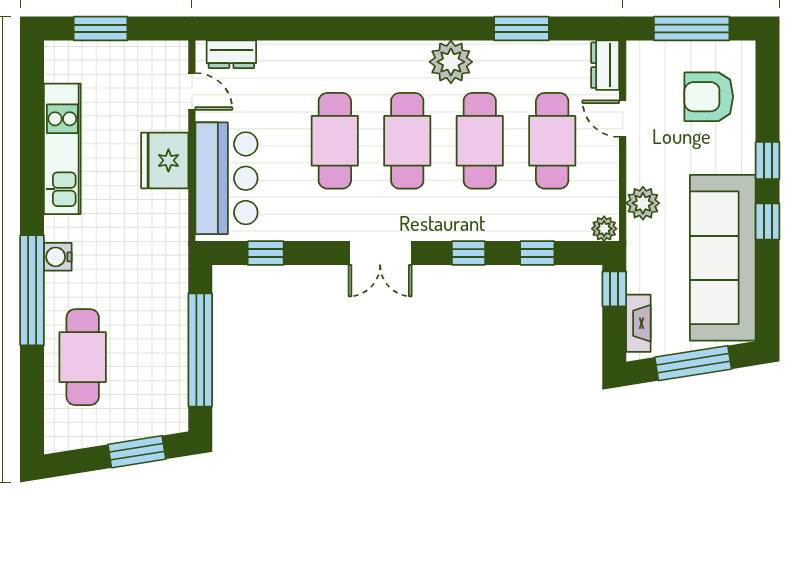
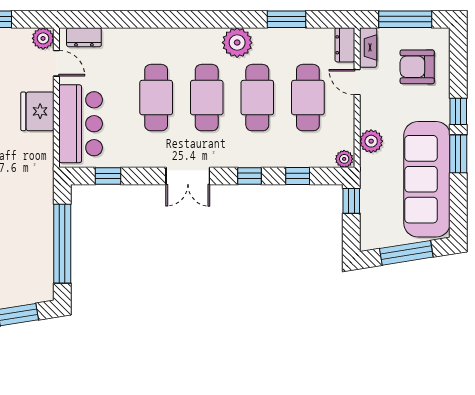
plant: (173, 56) -> (43, 38), added
window: (768, 221) -> (458, 154), width x1.50
fireplace: (638, 323) -> (368, 47), moved

